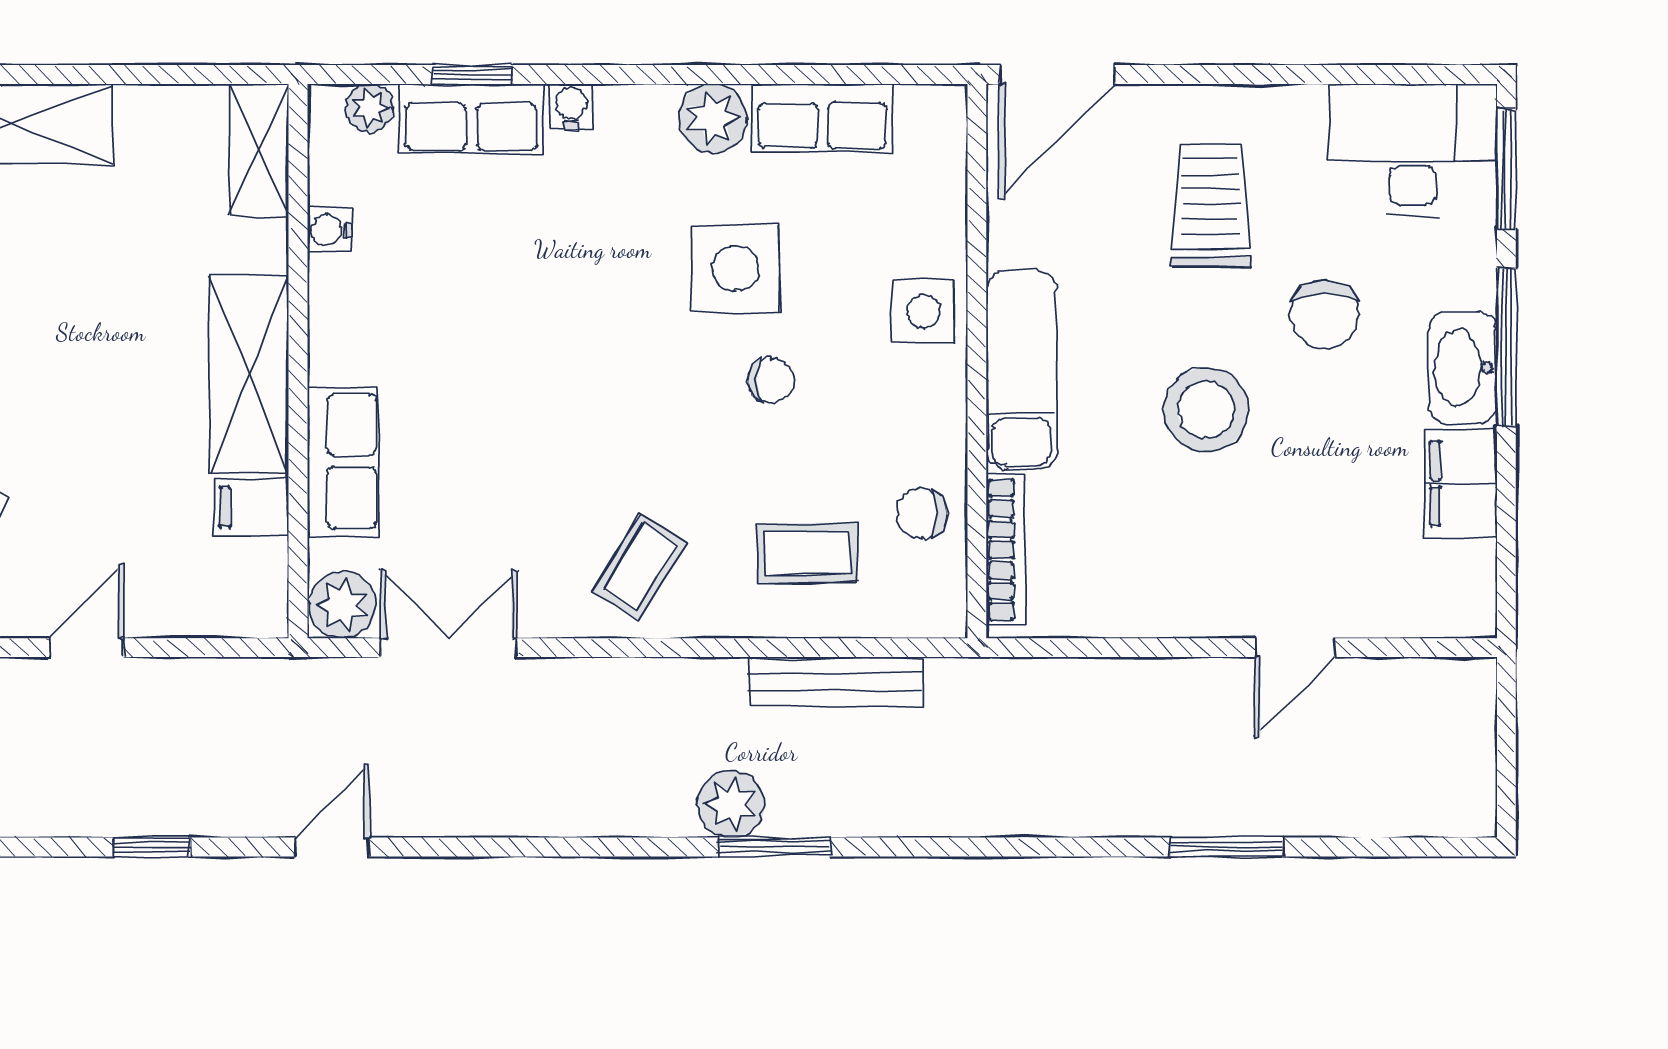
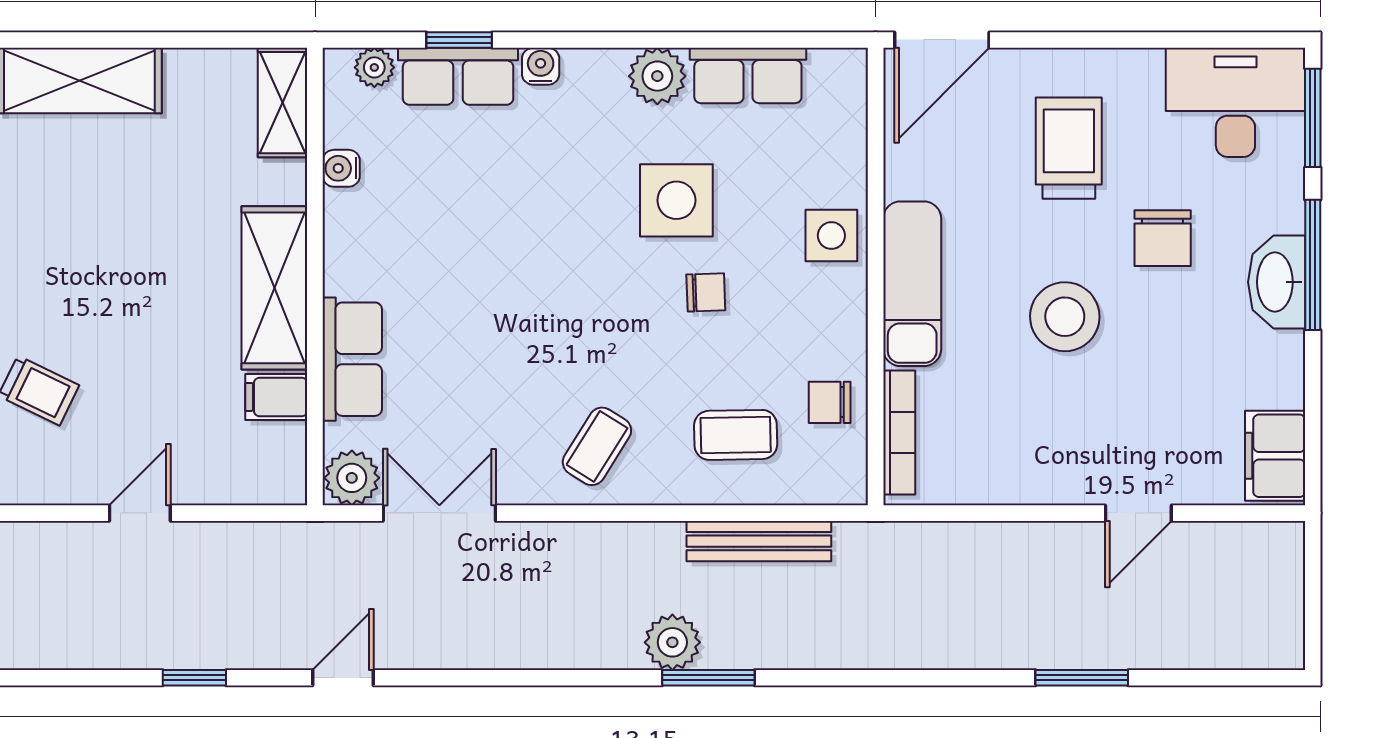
filing cabinet: (1461, 484) -> (1275, 456), moved

